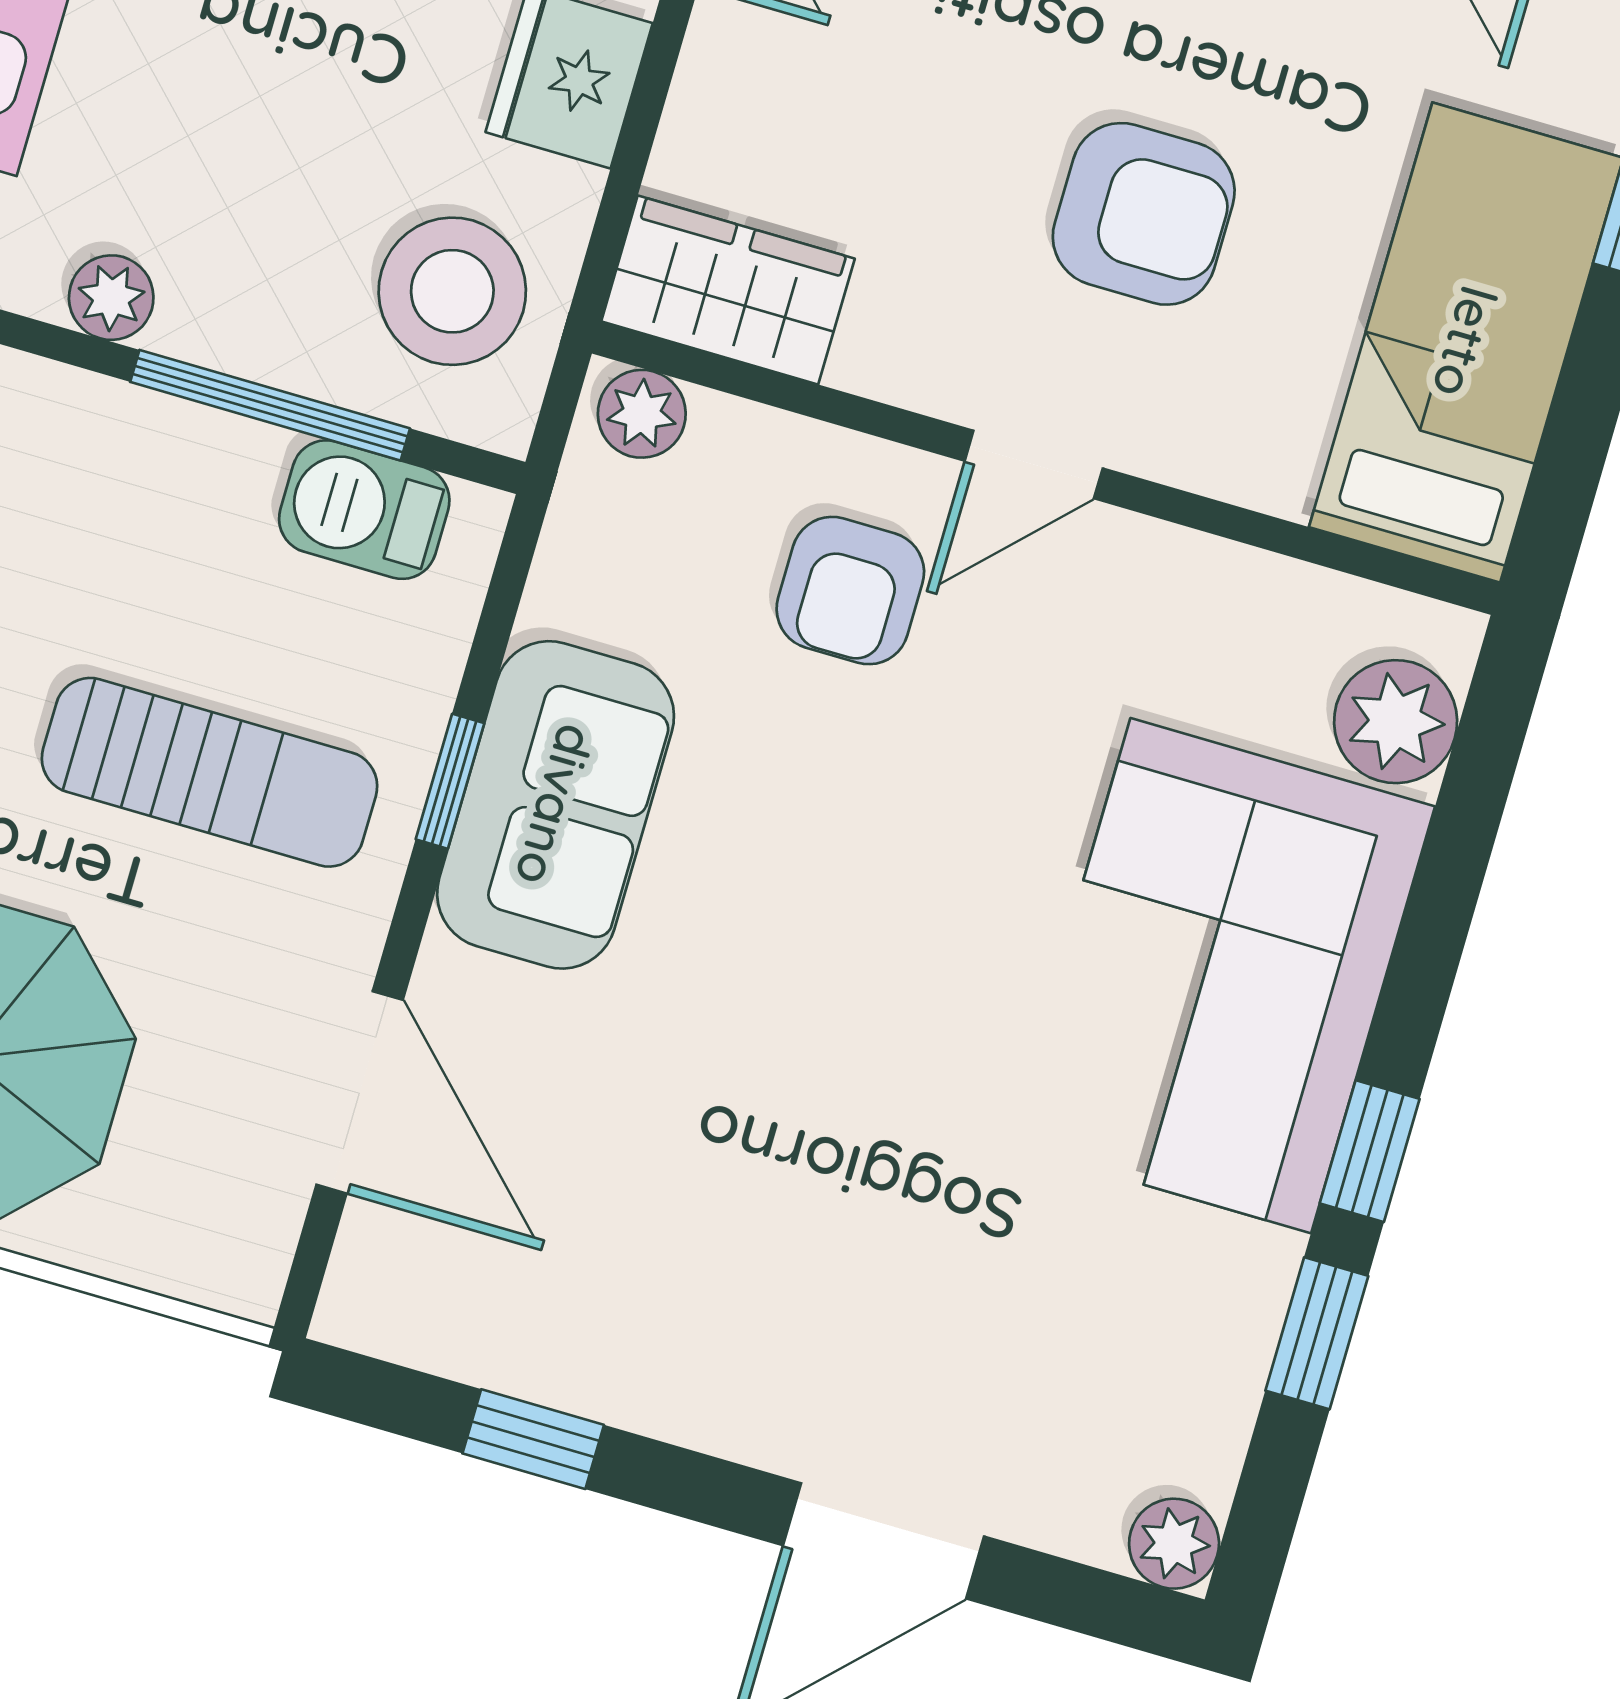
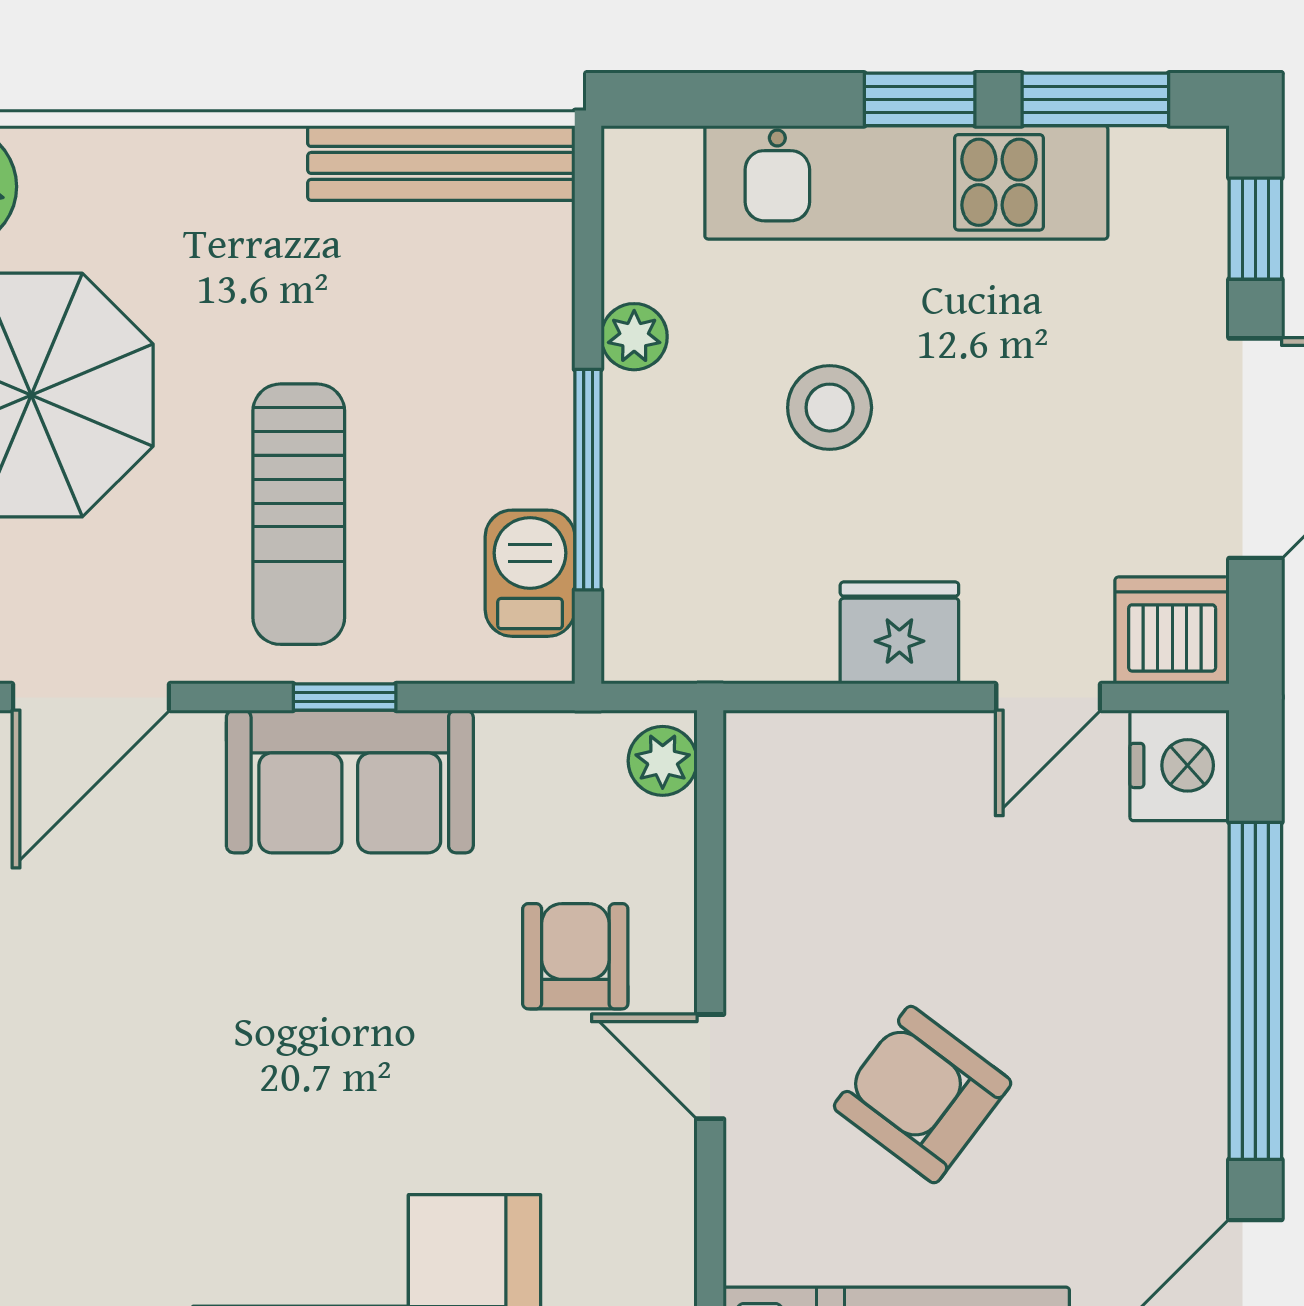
armchair: (1144, 214) -> (923, 1095), turned 127
wardrobe: (728, 290) -> (775, 799), removed
stool: (452, 291) -> (830, 408), moved, width x0.73, depth x0.73
armchair: (850, 591) -> (575, 956), turned 90

